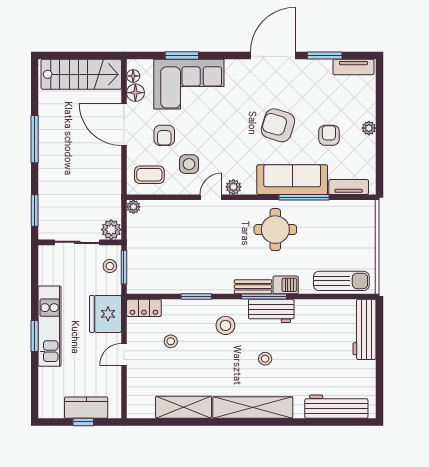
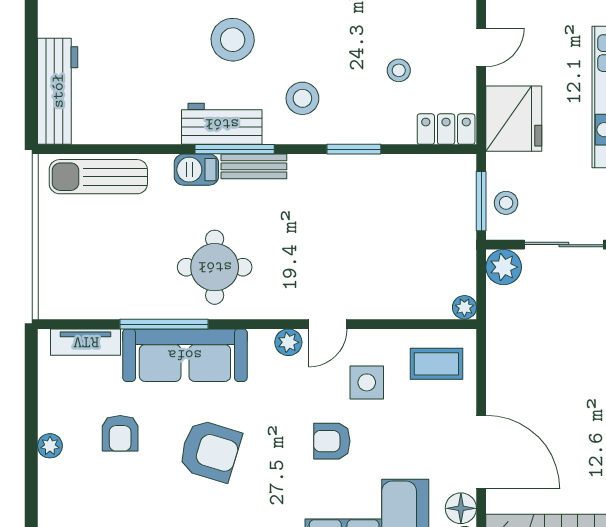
armchair: (164, 135) -> (332, 441), moved, turned -90
stool: (265, 359) -> (233, 40), width x1.89, depth x1.89

